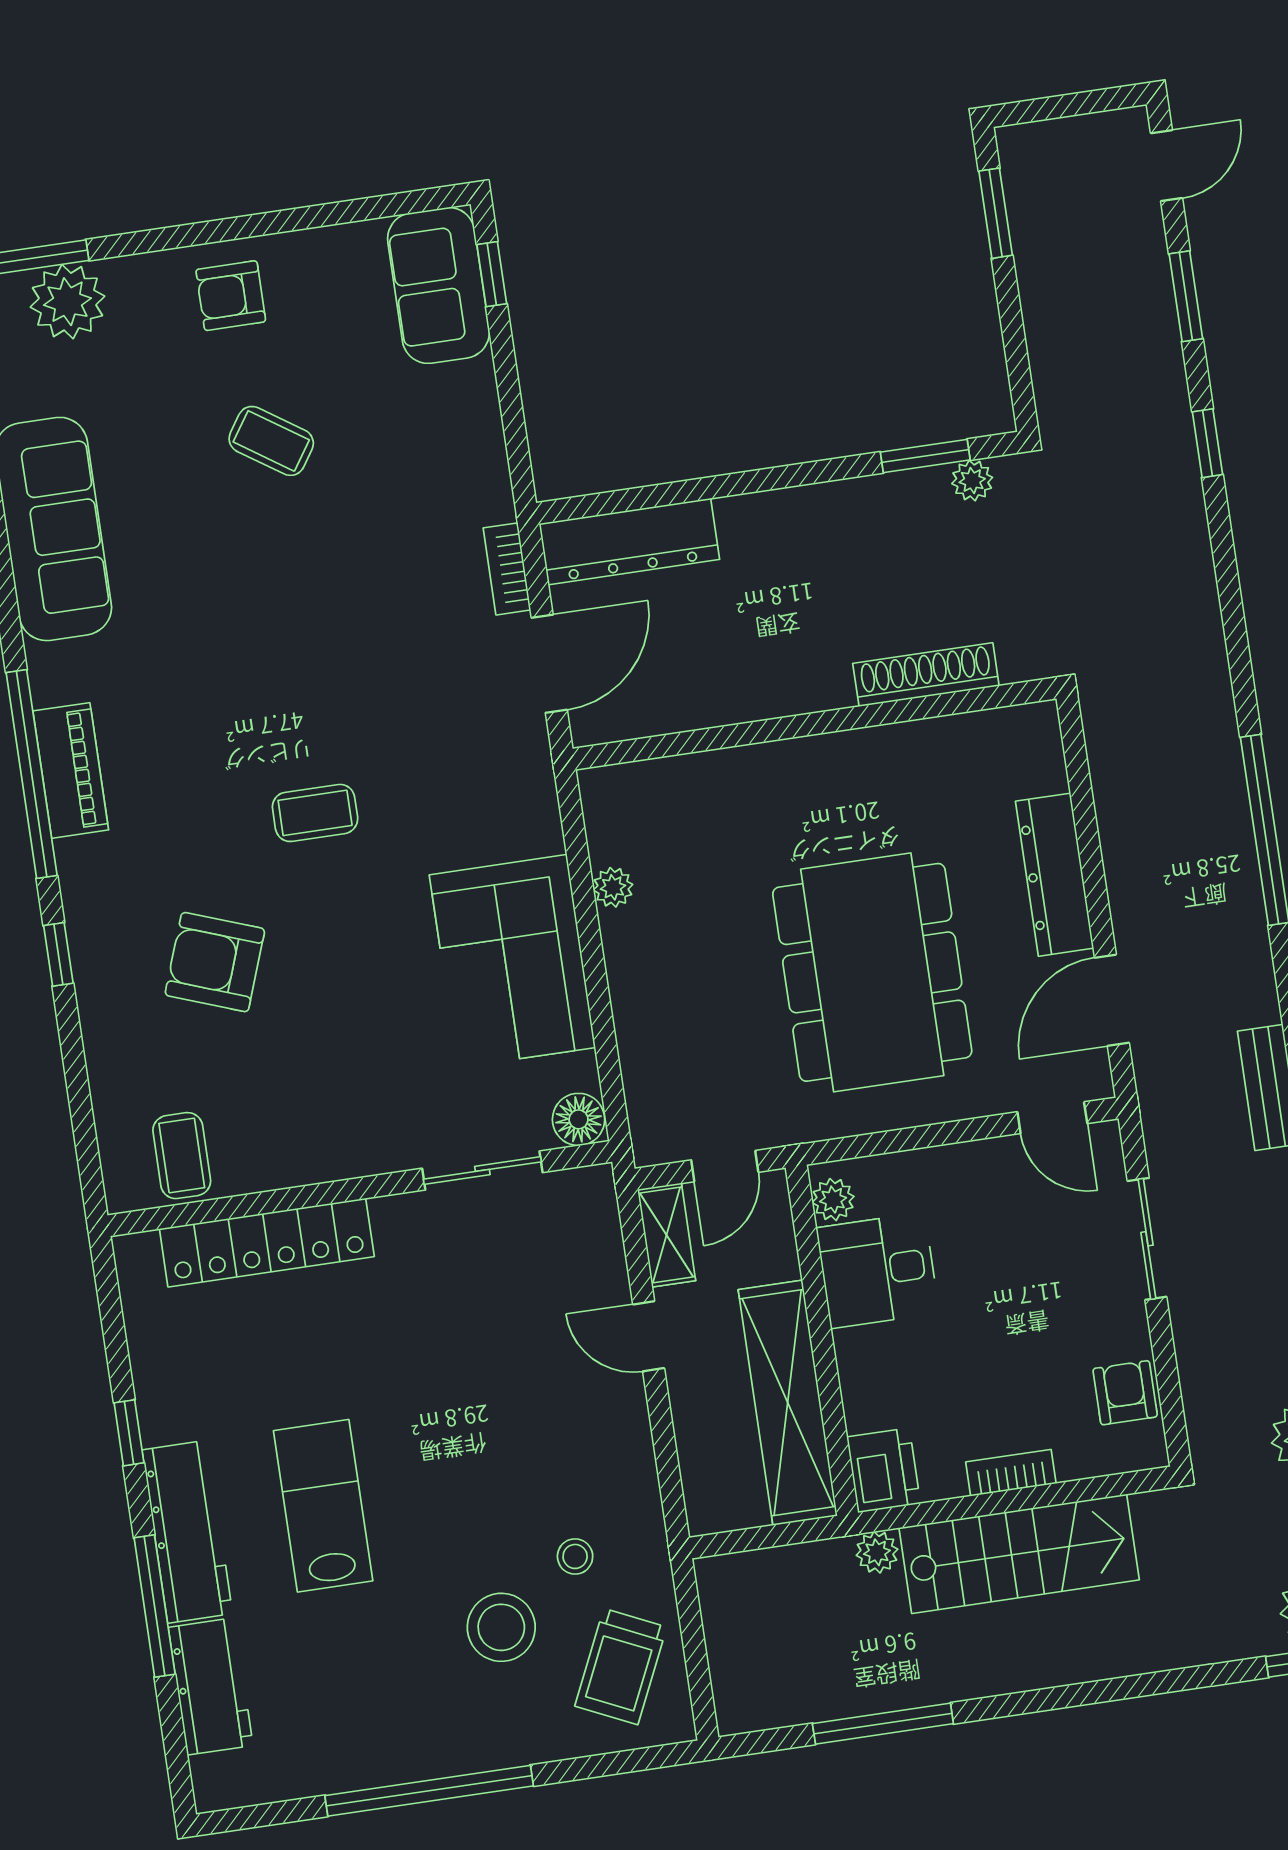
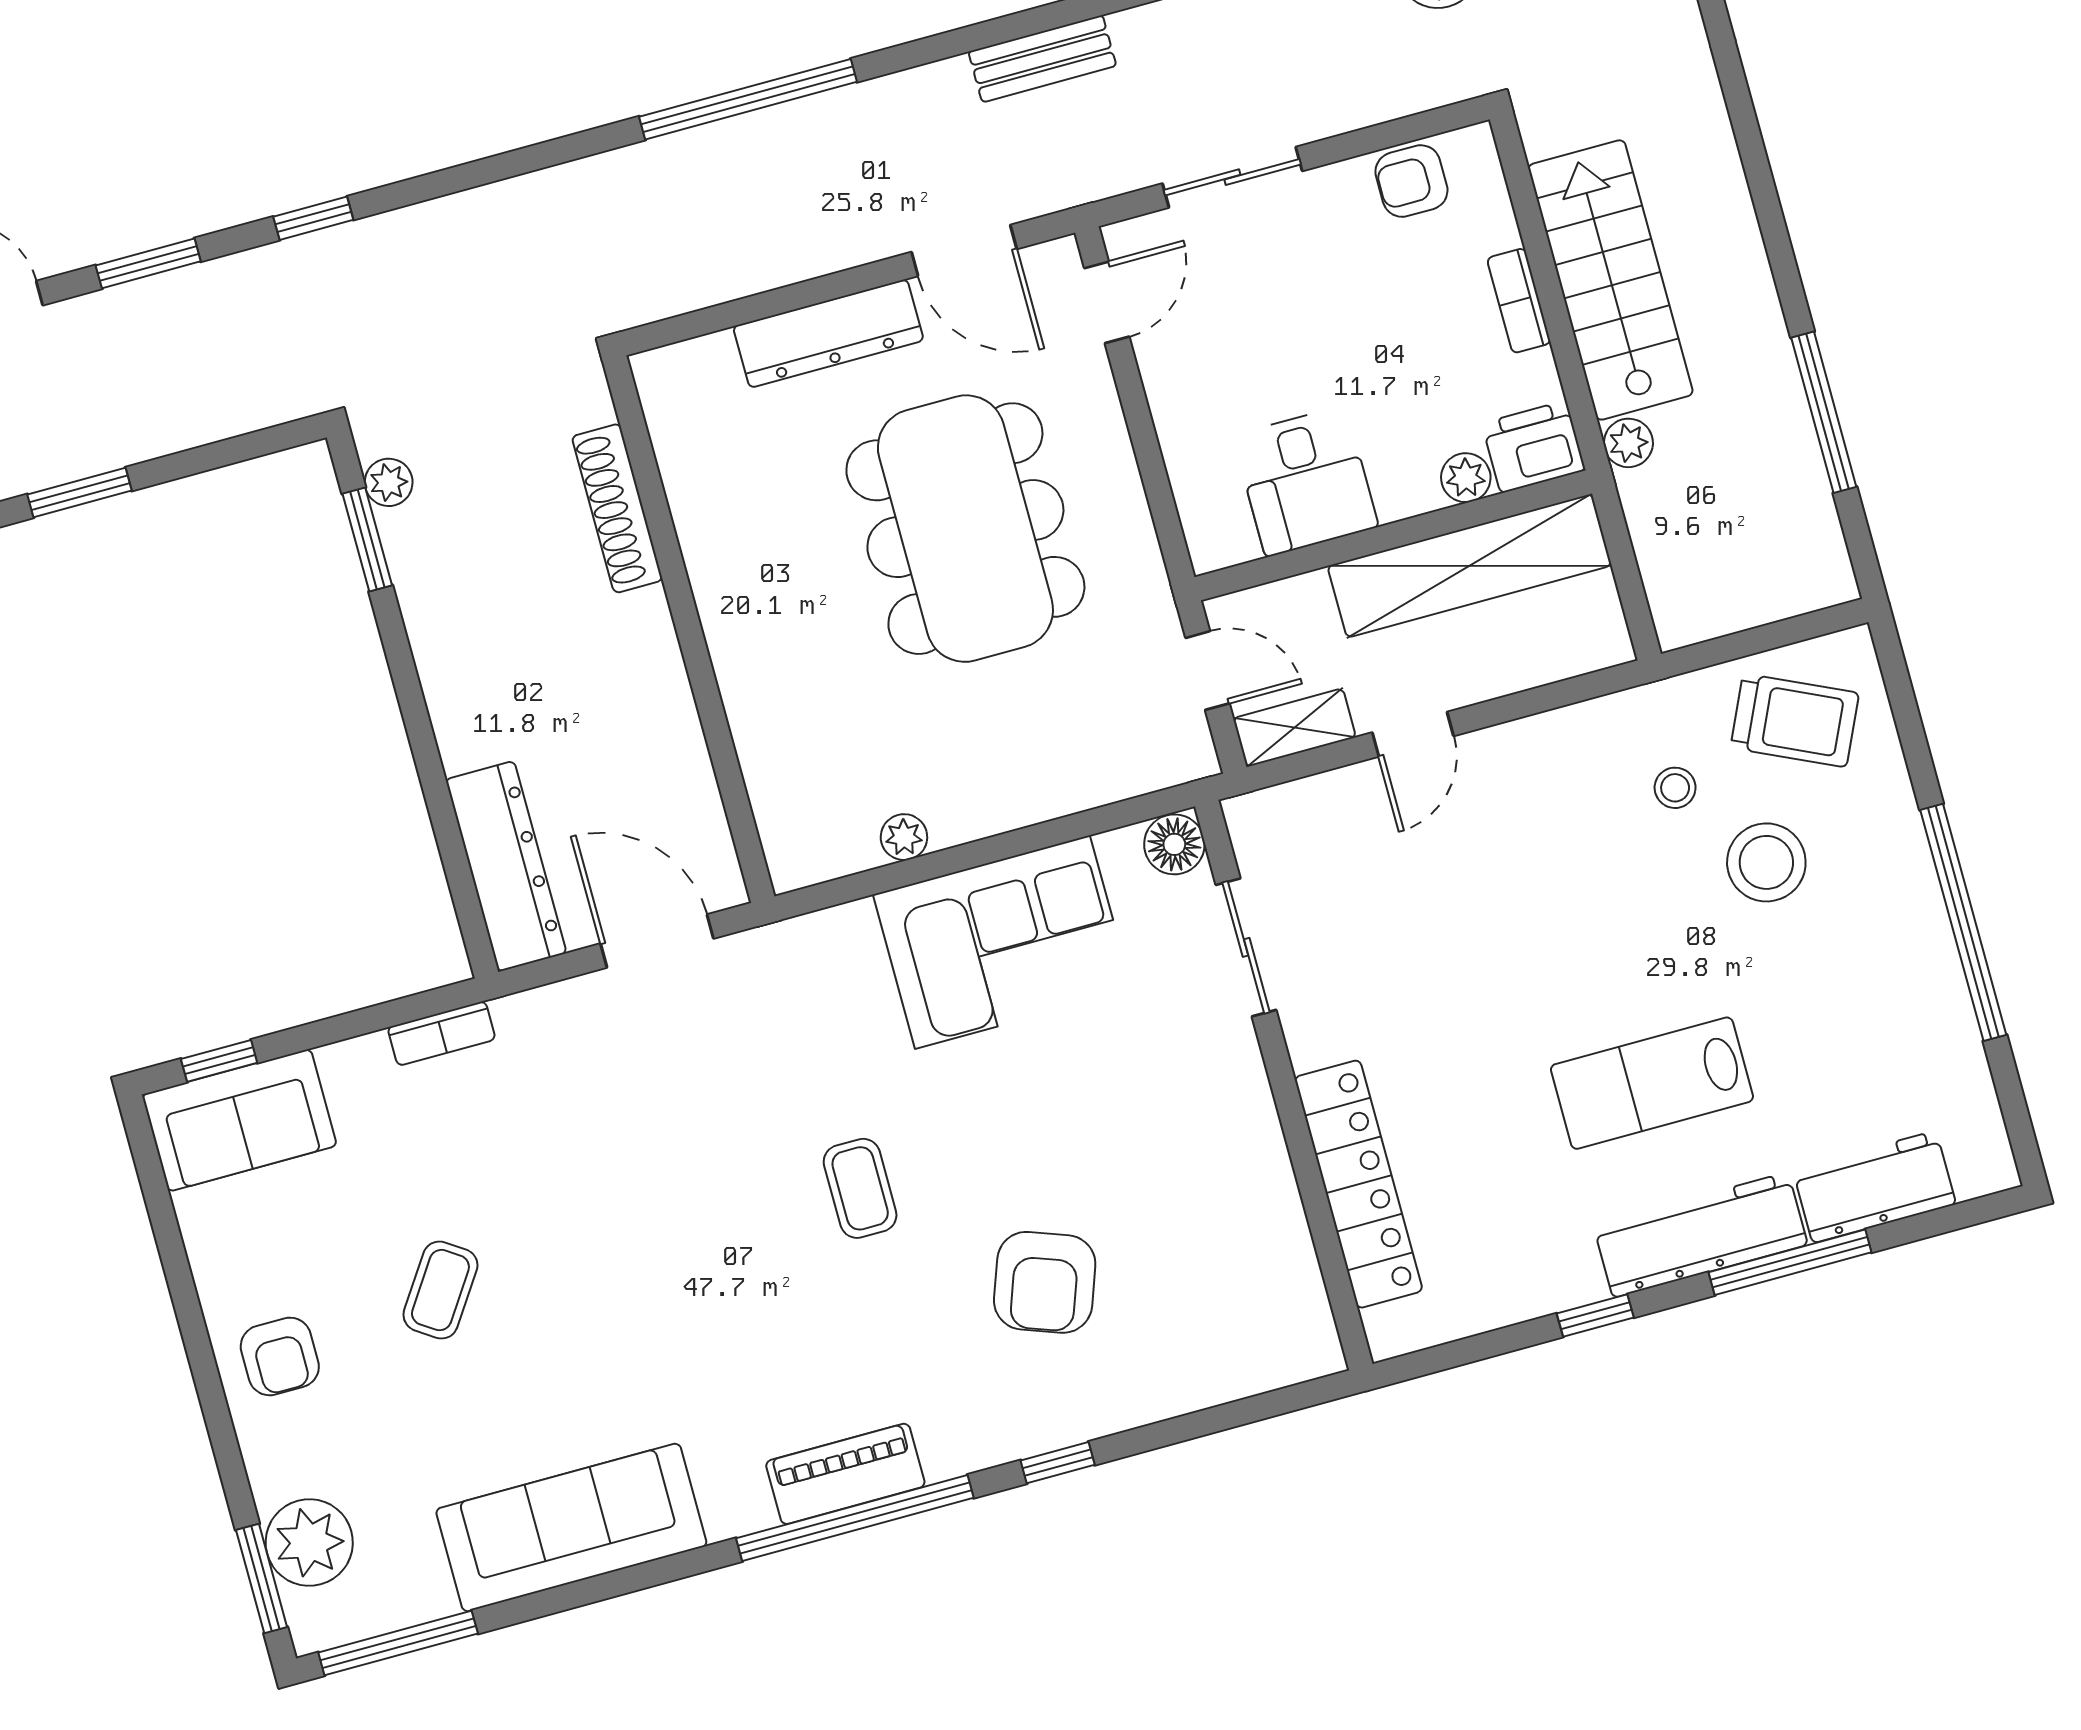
bookcase: (507, 569) -> (441, 1033), moved
dining table: (872, 972) -> (965, 529), turned 90
coffee table: (182, 1156) -> (1271, 1293), removed
plant: (833, 1200) -> (1466, 478), moved

